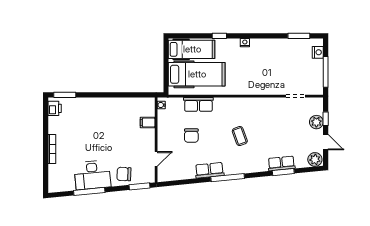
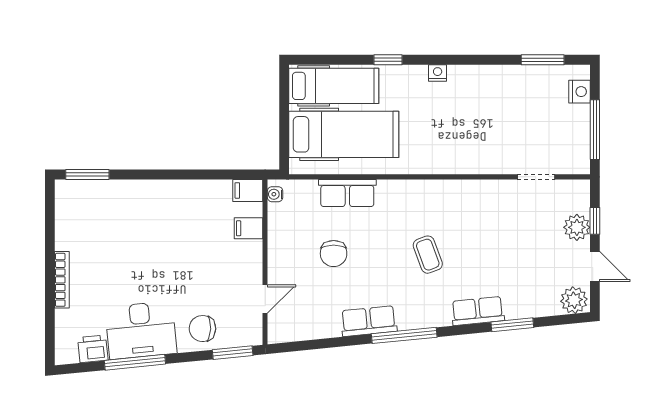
filing cabinet: (147, 103) -> (248, 190), added
printer: (55, 108) -> (93, 349), moved, turned -96
row of seats: (281, 163) -> (478, 311), moved

